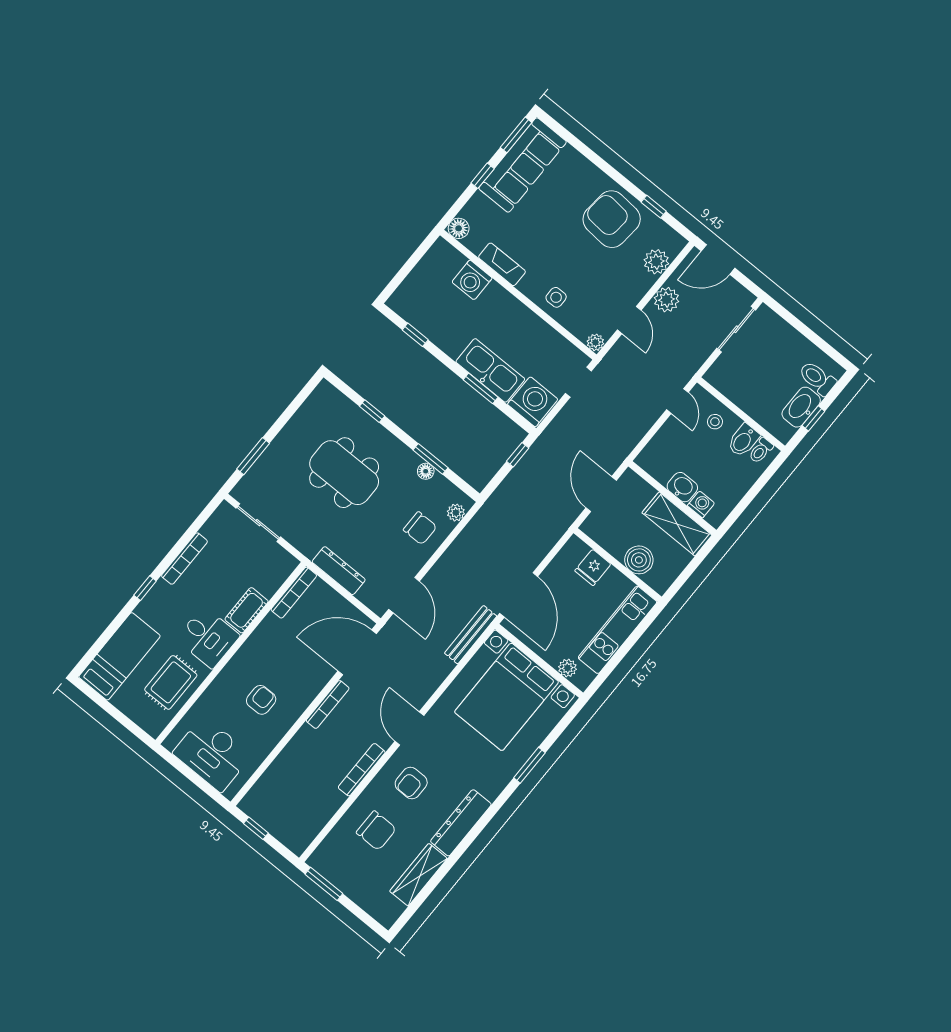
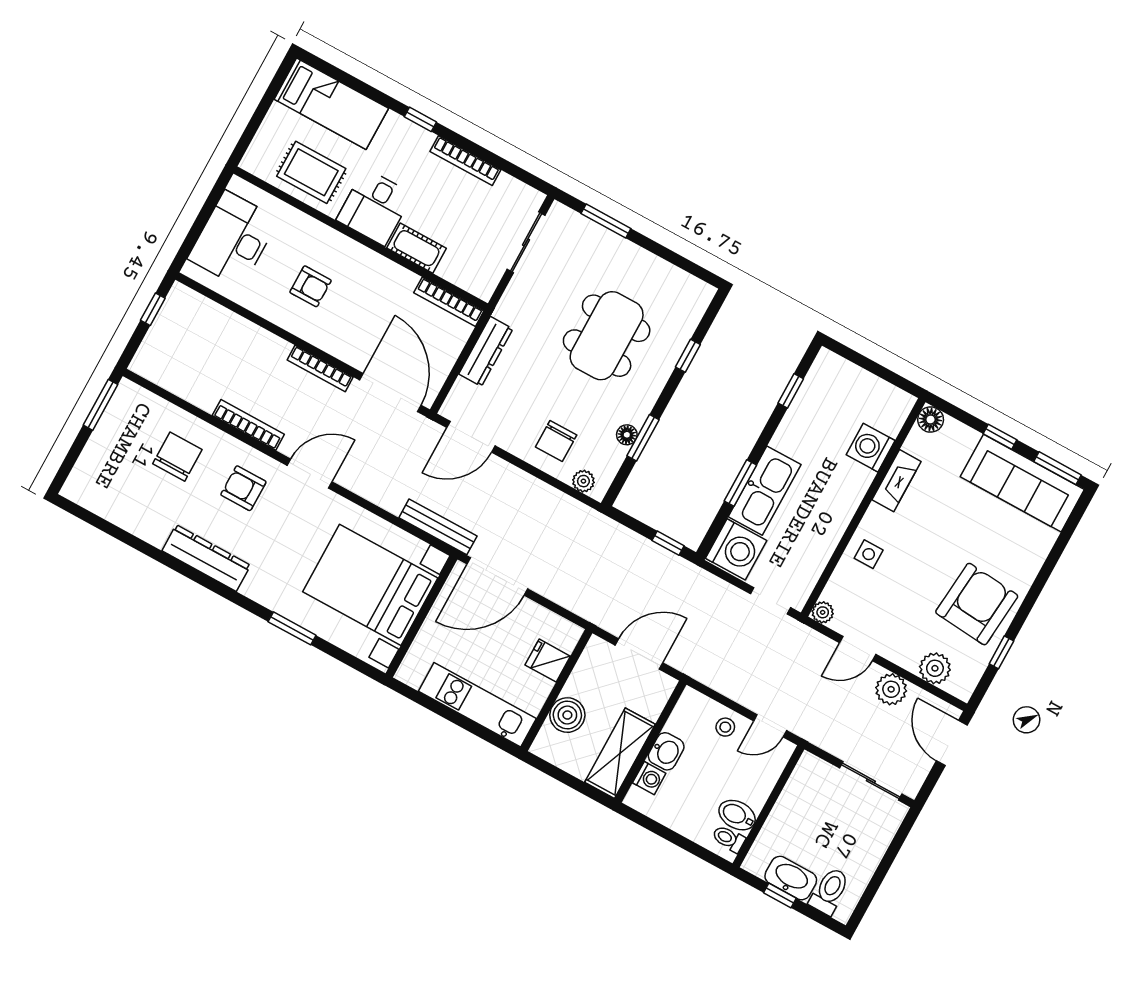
stool: (715, 422) -> (725, 727), moved
plant: (567, 668) -> (419, 653), removed
chair: (376, 831) -> (177, 457), turned 180
wardrobe: (419, 875) -> (133, 518), removed

